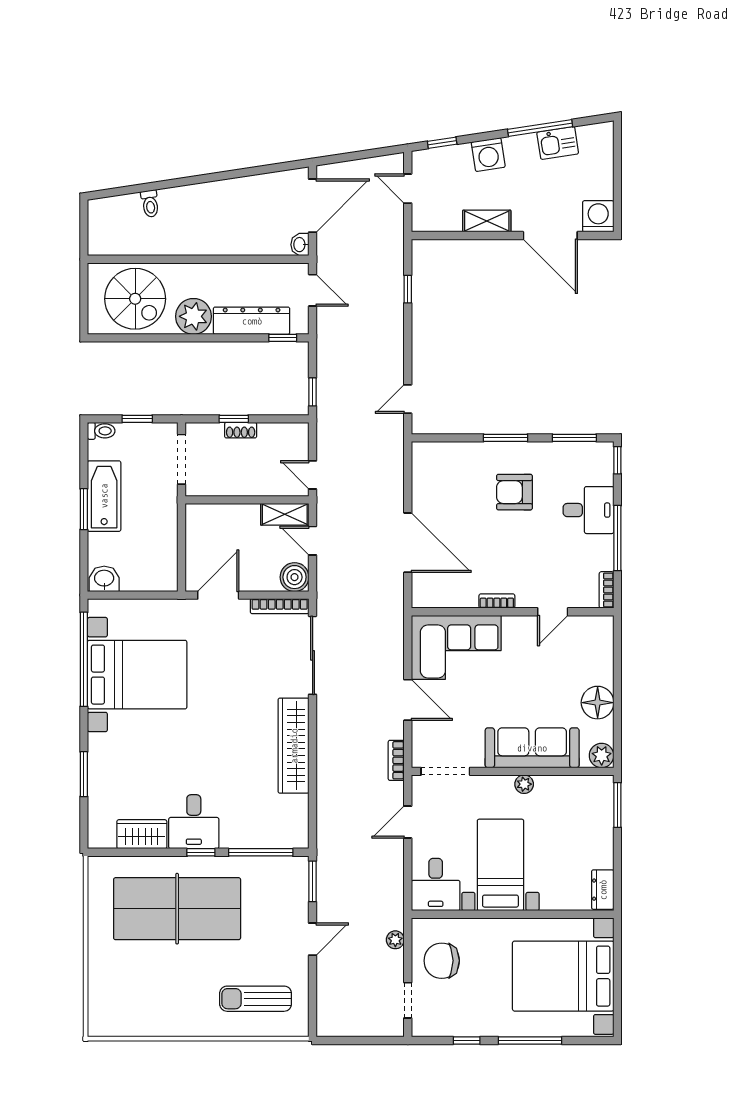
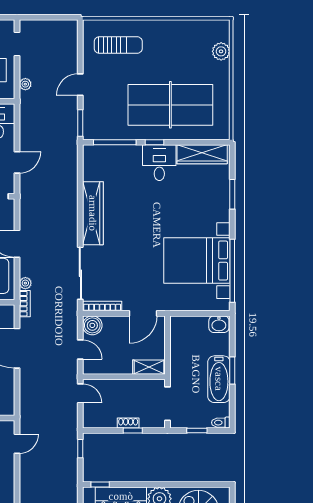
shelving: (285, 514) -> (149, 367), moved
plant: (395, 641) -> (25, 283), added
bookcase: (396, 760) -> (25, 304), moved
wardrobe: (142, 834) -> (202, 154), width x1.50
plant: (101, 989) -> (221, 51), added

